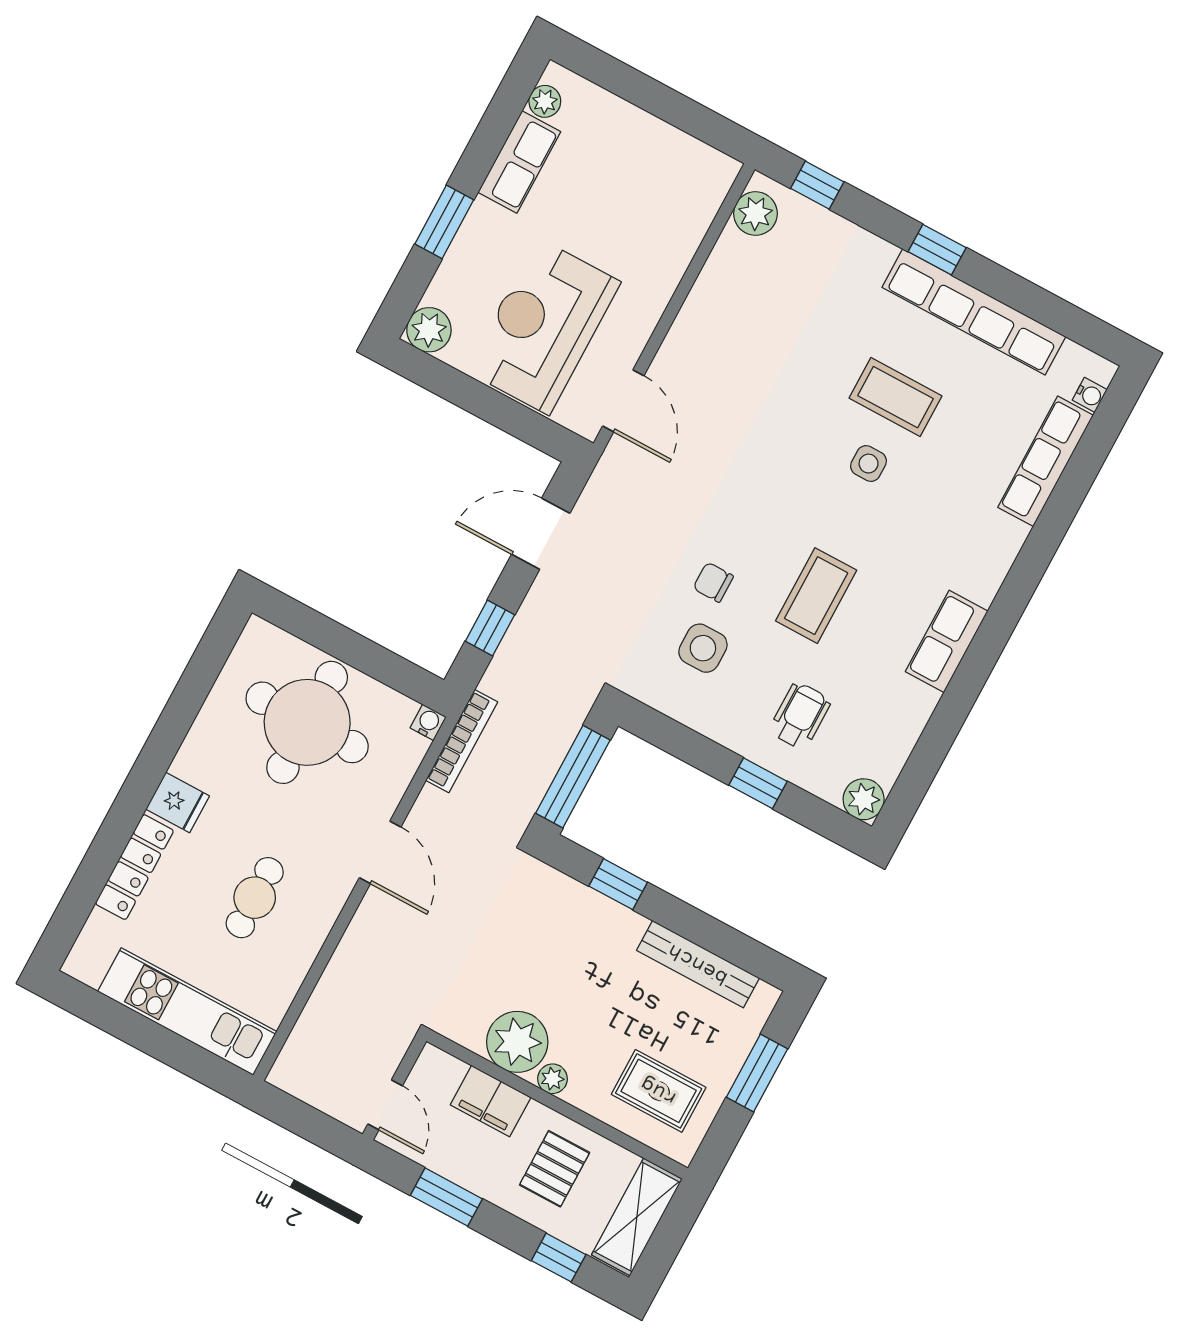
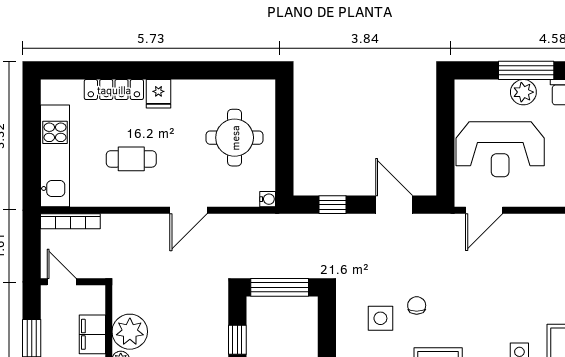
window: (444, 222) -> (526, 70), width x1.44
reception desk: (543, 326) -> (500, 149), turned 180
plant: (429, 330) -> (523, 92), moved
round table: (307, 722) -> (235, 138), width x0.73, depth x0.73
bookcase: (462, 741) -> (70, 221), moved
door: (385, 1105) -> (62, 282), swing flipped

